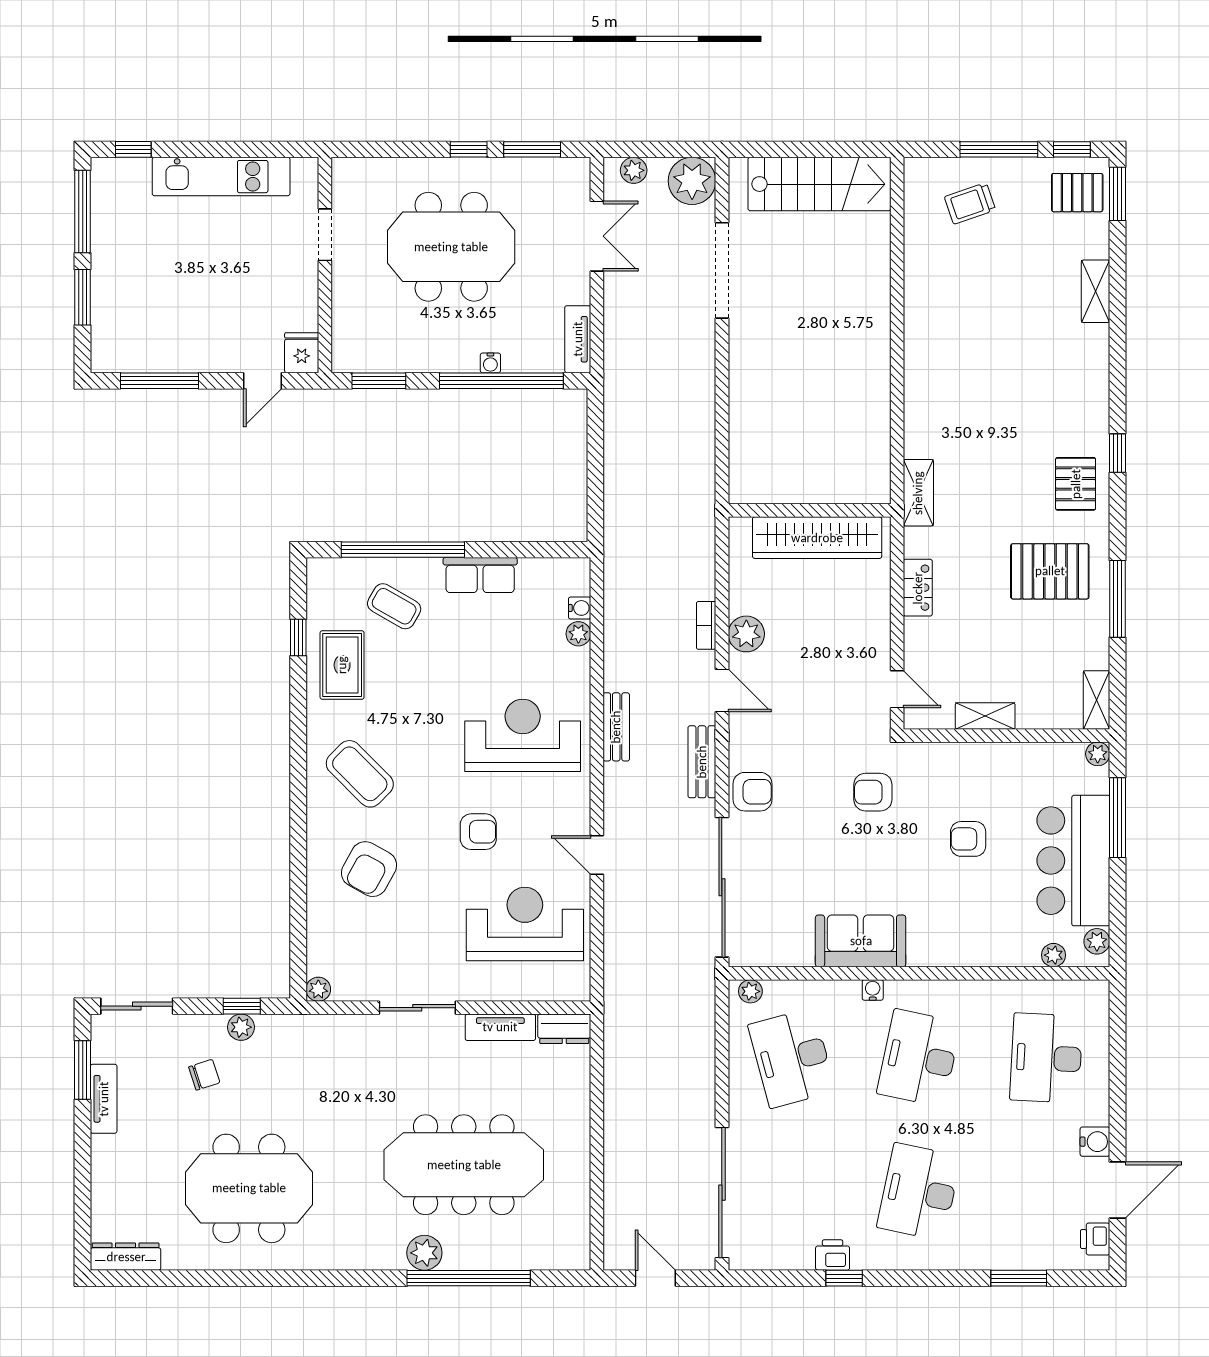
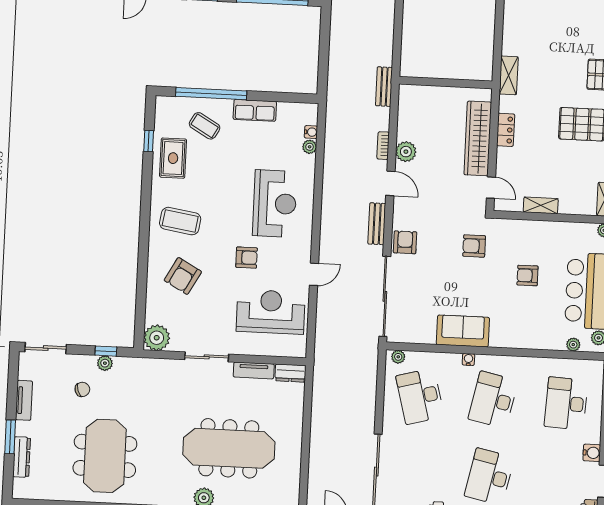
wardrobe: (817, 538) -> (478, 138), moved, turned 90
bench: (616, 727) -> (384, 87), moved
reception desk: (523, 735) -> (275, 204), turned 90
coffee table: (360, 774) -> (180, 221), turned -36
armchair: (753, 792) -> (405, 242), turned -90
door: (597, 855) -> (314, 274), swing flipped
plant: (318, 989) -> (157, 338), width x1.88, depth x1.88
window: (83, 1070) -> (10, 437), moved
meeting table: (249, 1188) -> (105, 456), turned 90
dresser: (126, 1257) -> (22, 457), moved, turned 90

